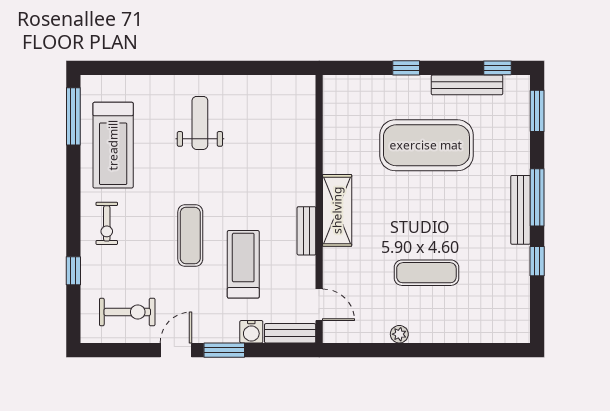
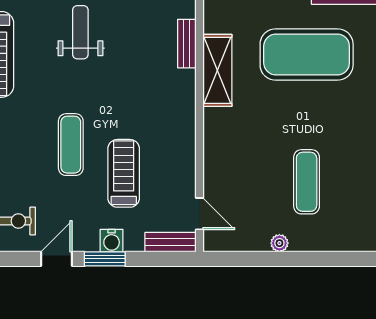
shelving: (337, 210) -> (217, 70), moved
bench: (306, 231) -> (187, 44), moved
exercise mat: (426, 273) -> (307, 182), turned 90
water cooler: (251, 332) -> (112, 241), moved

